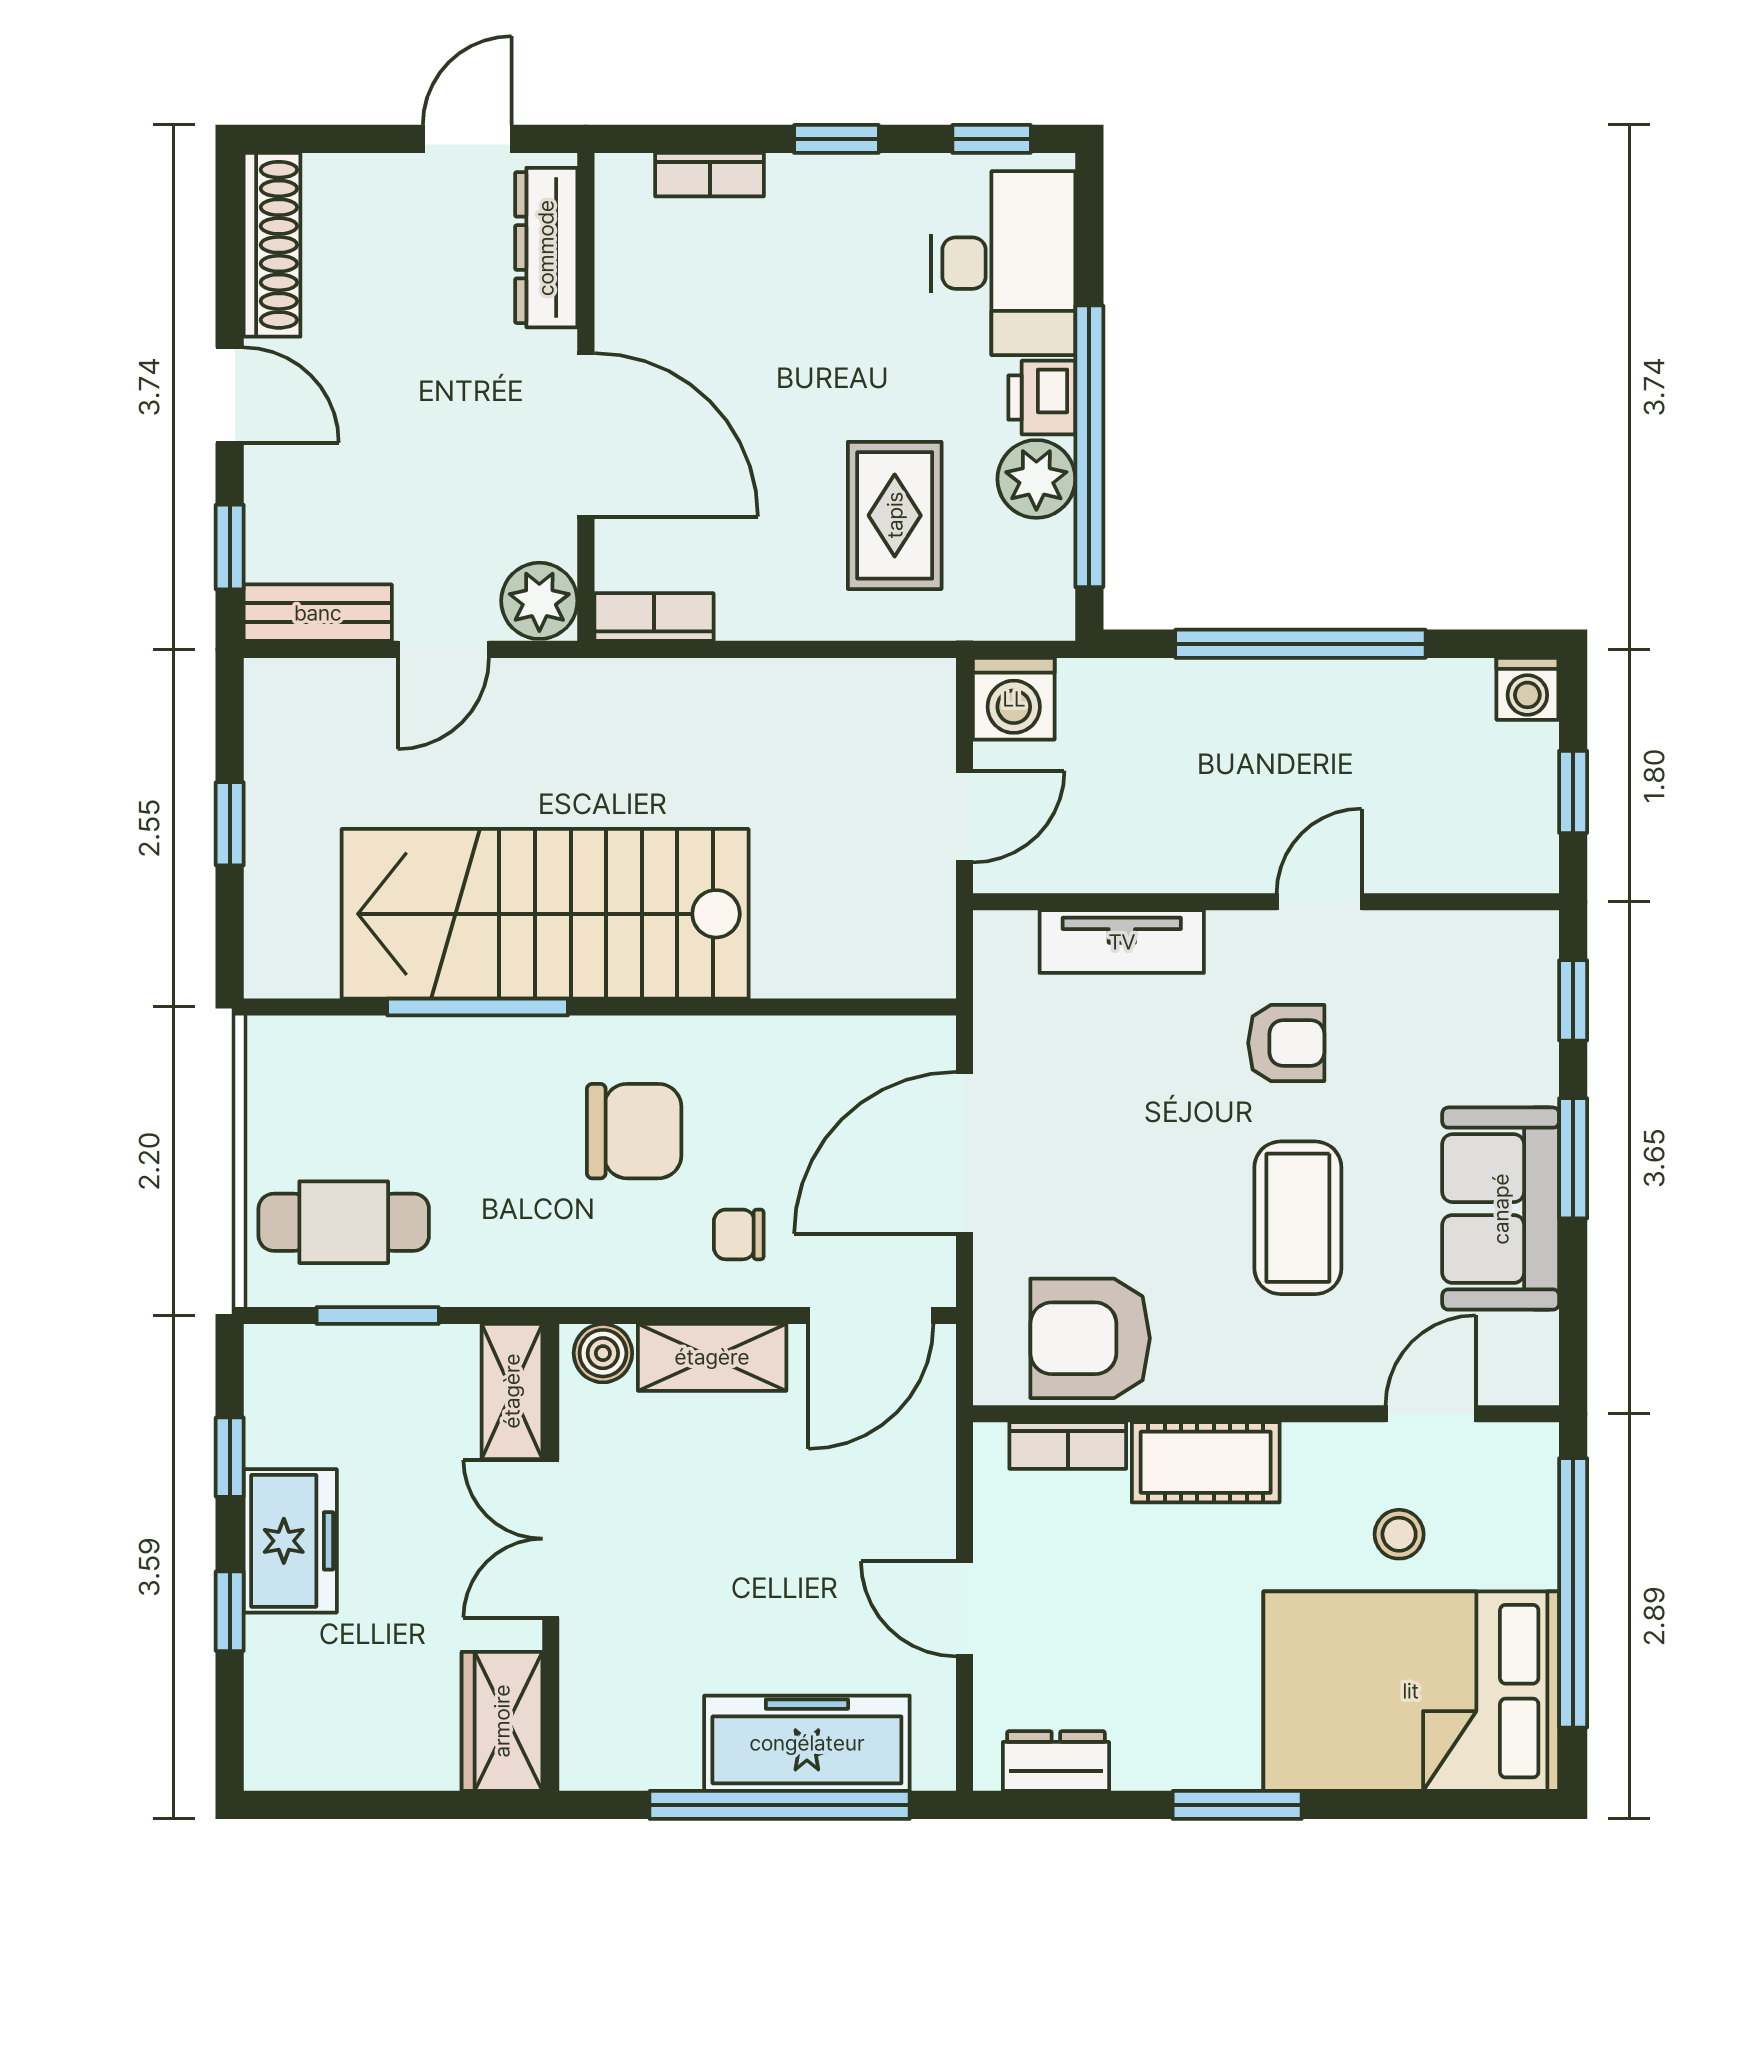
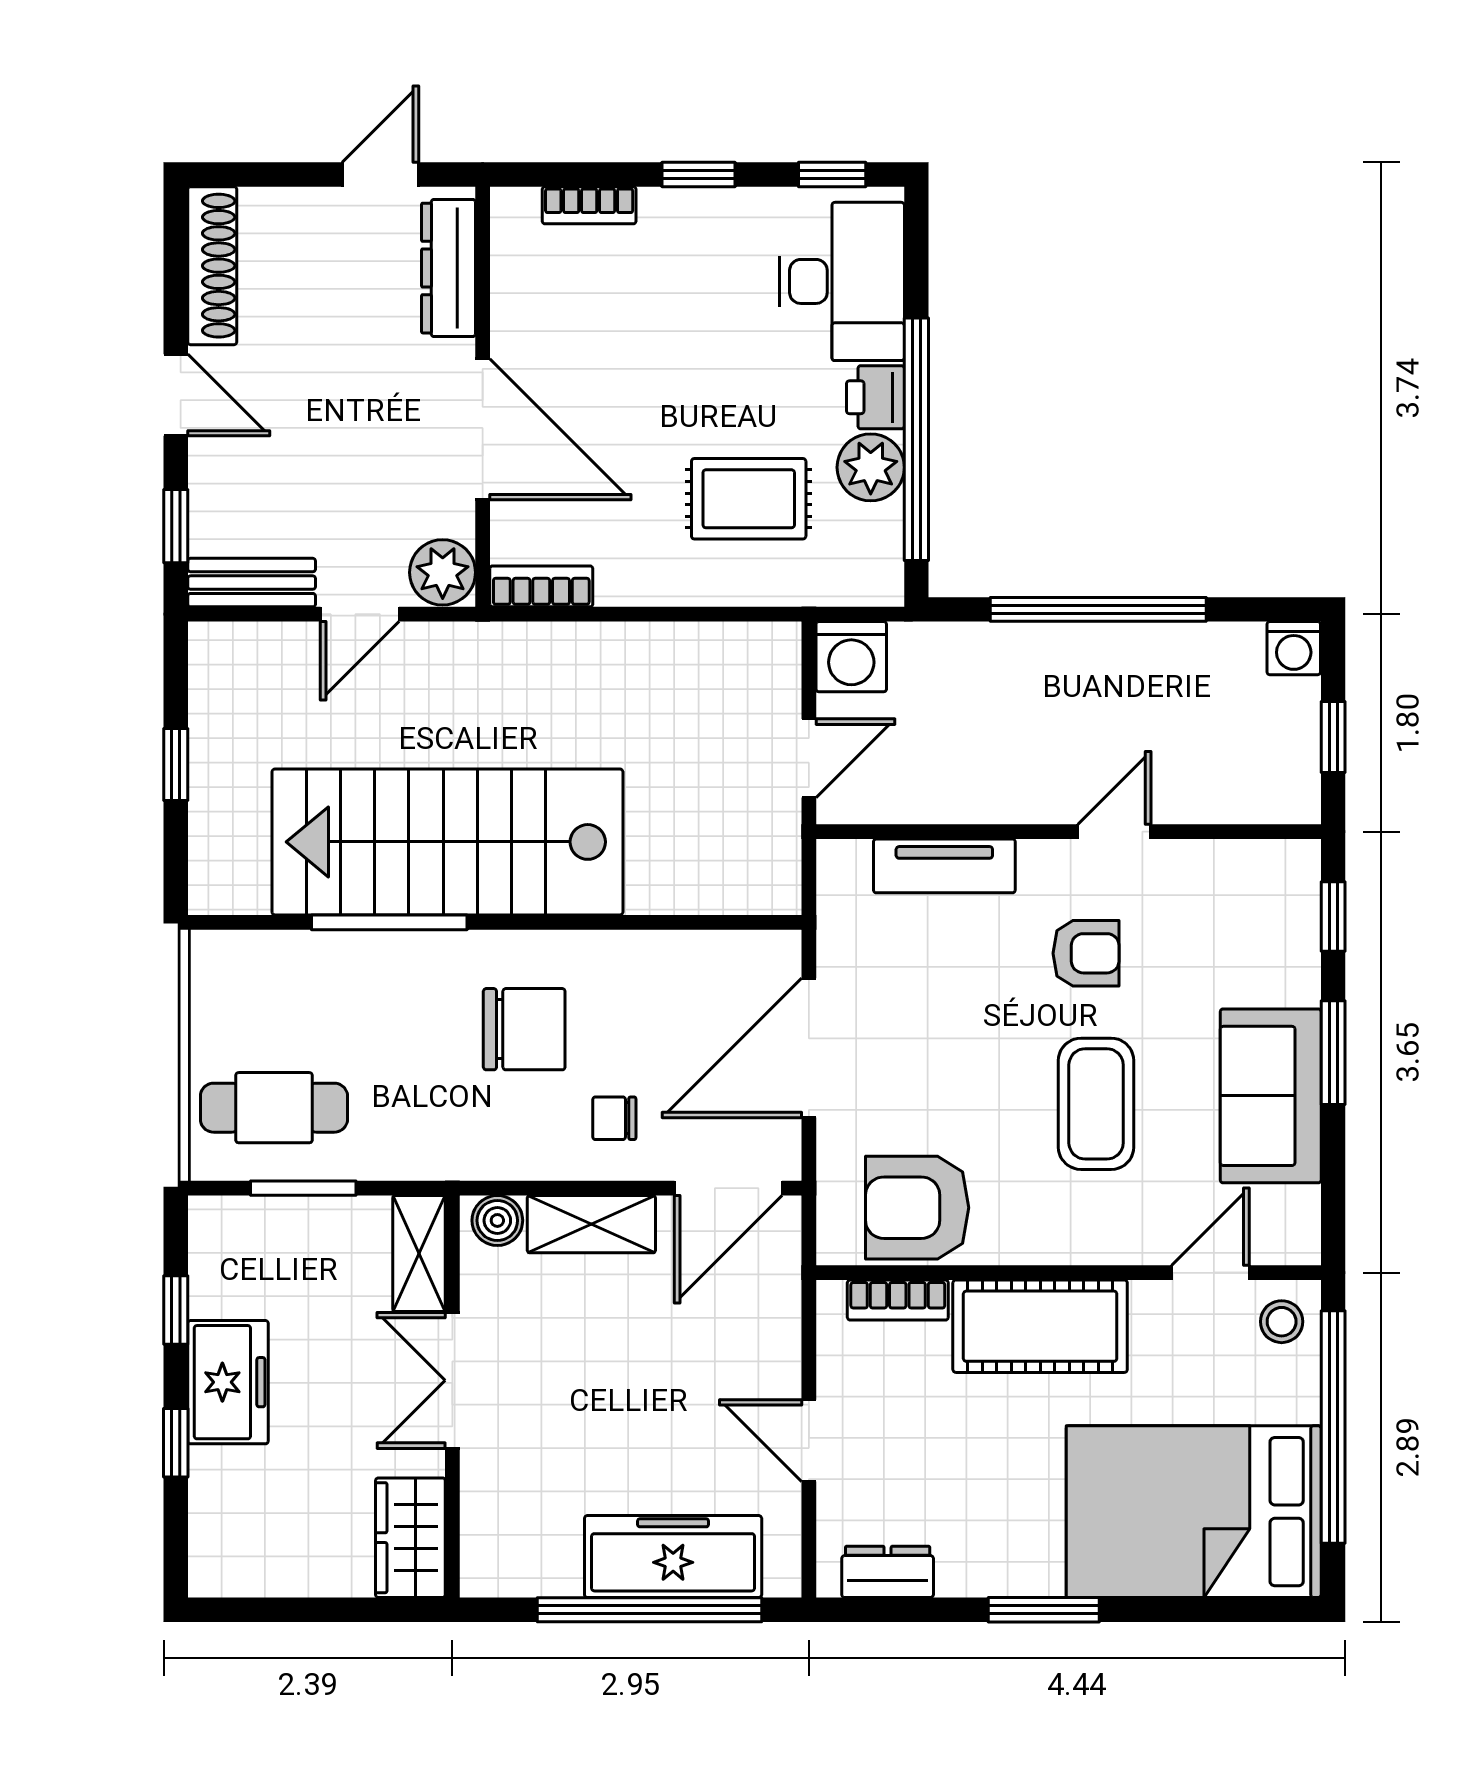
rug: (895, 515) -> (749, 499), turned 90
cot: (1206, 1462) -> (1040, 1326), width x1.37, depth x1.34
stool: (1399, 1534) -> (1282, 1322), moved

